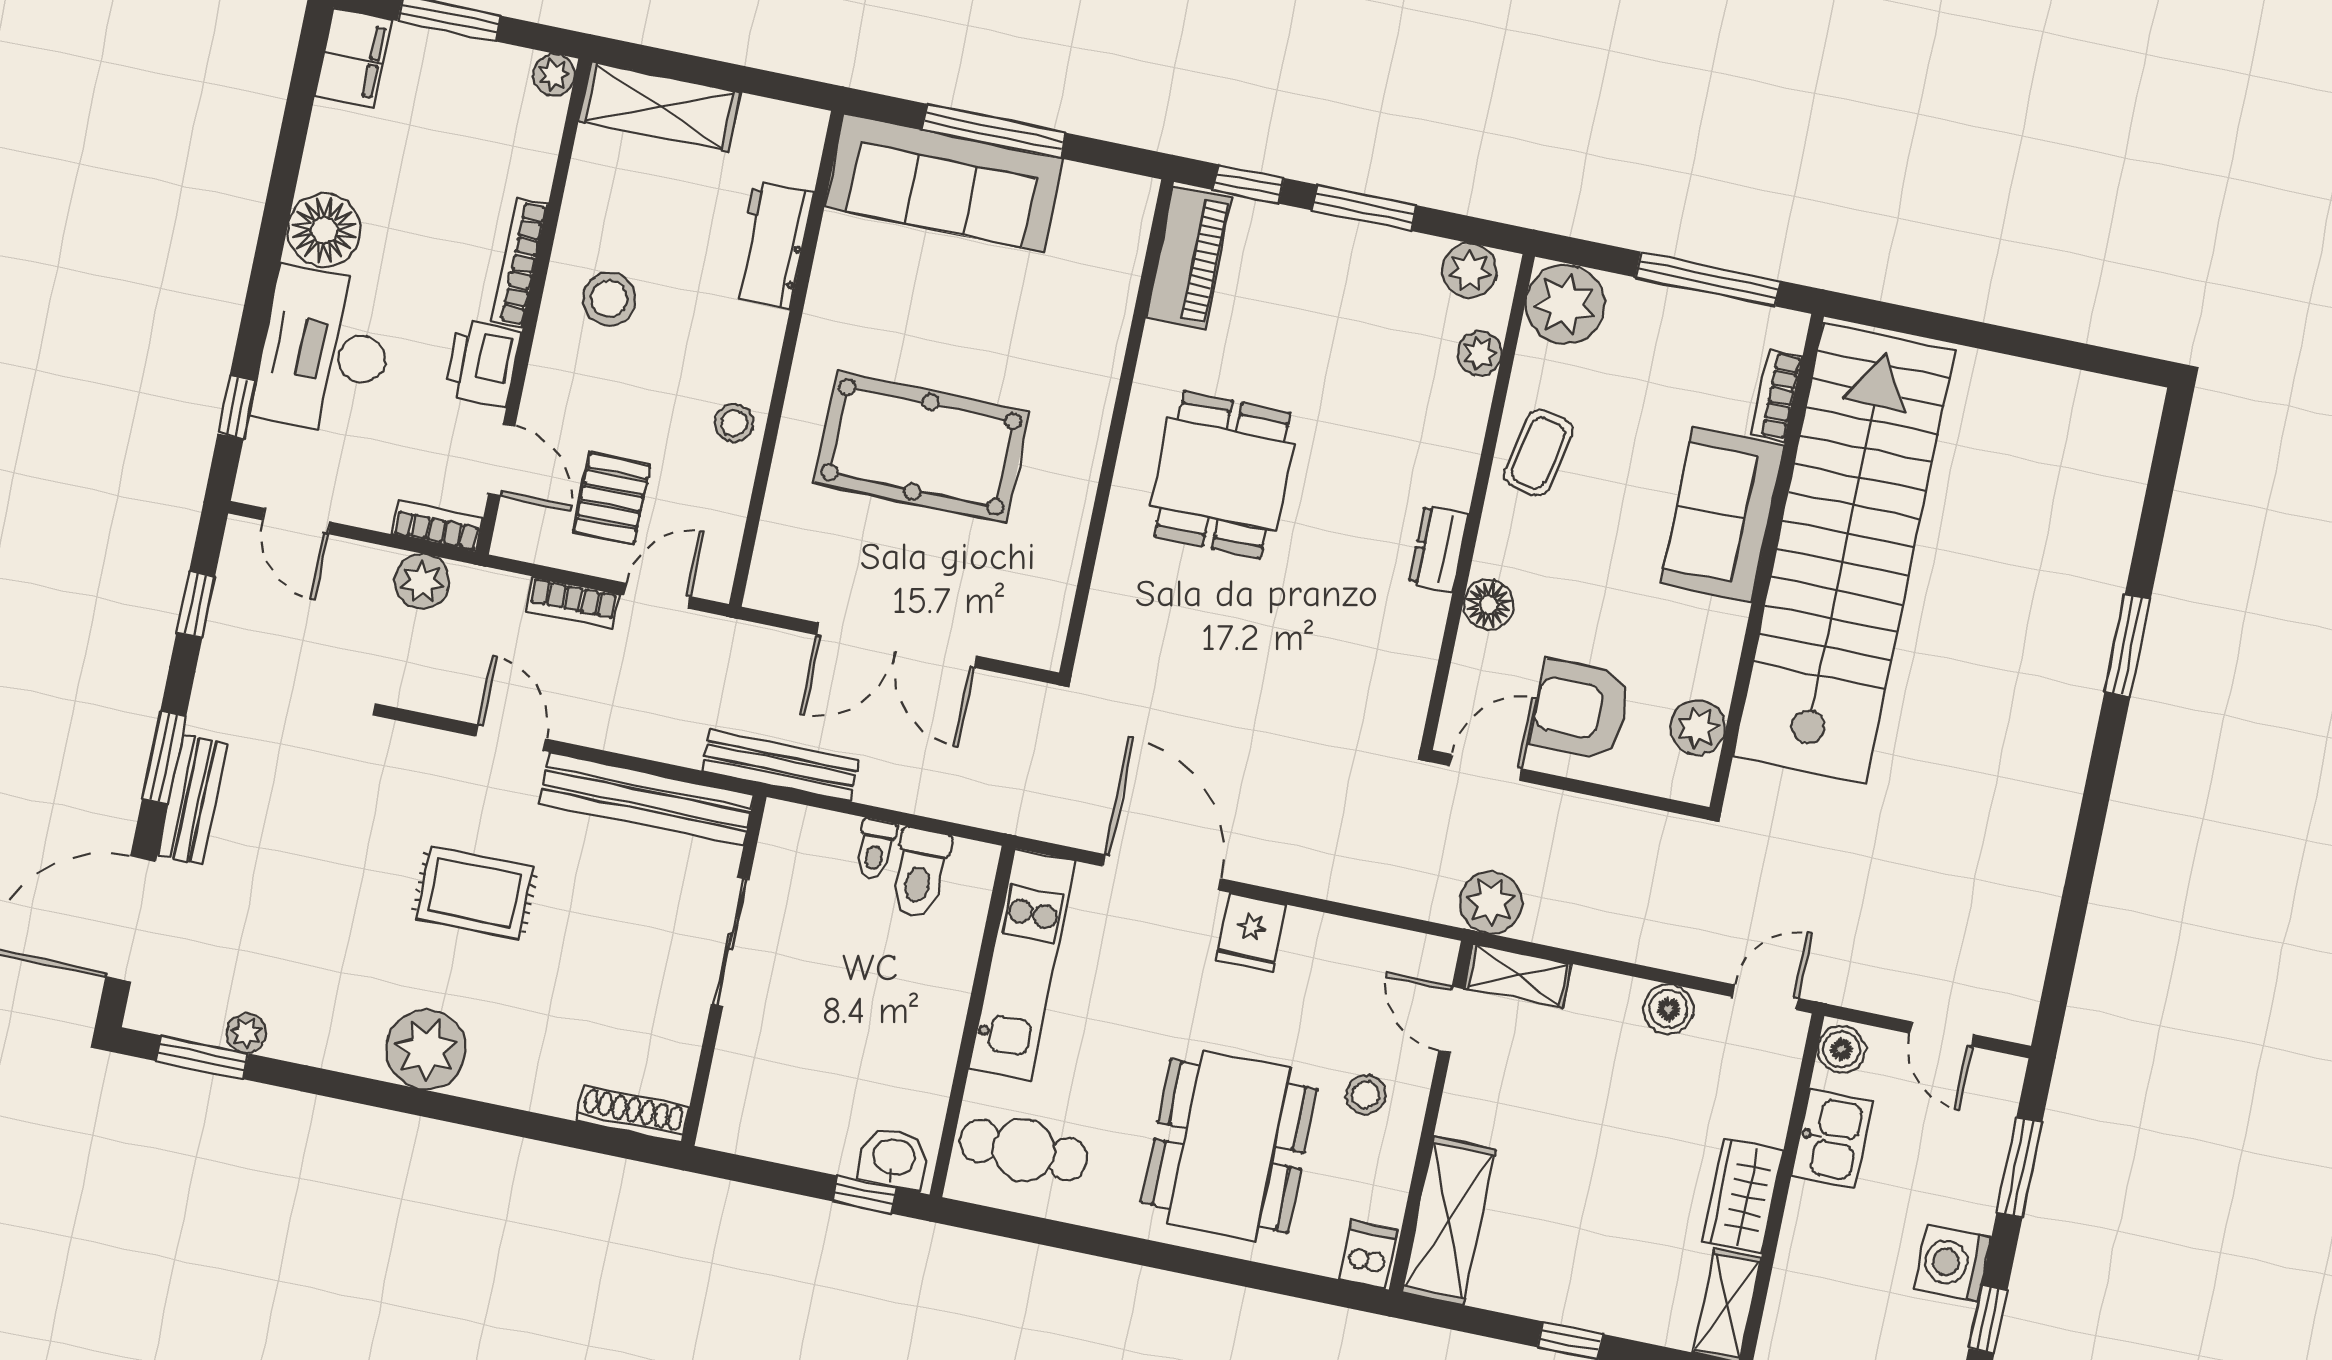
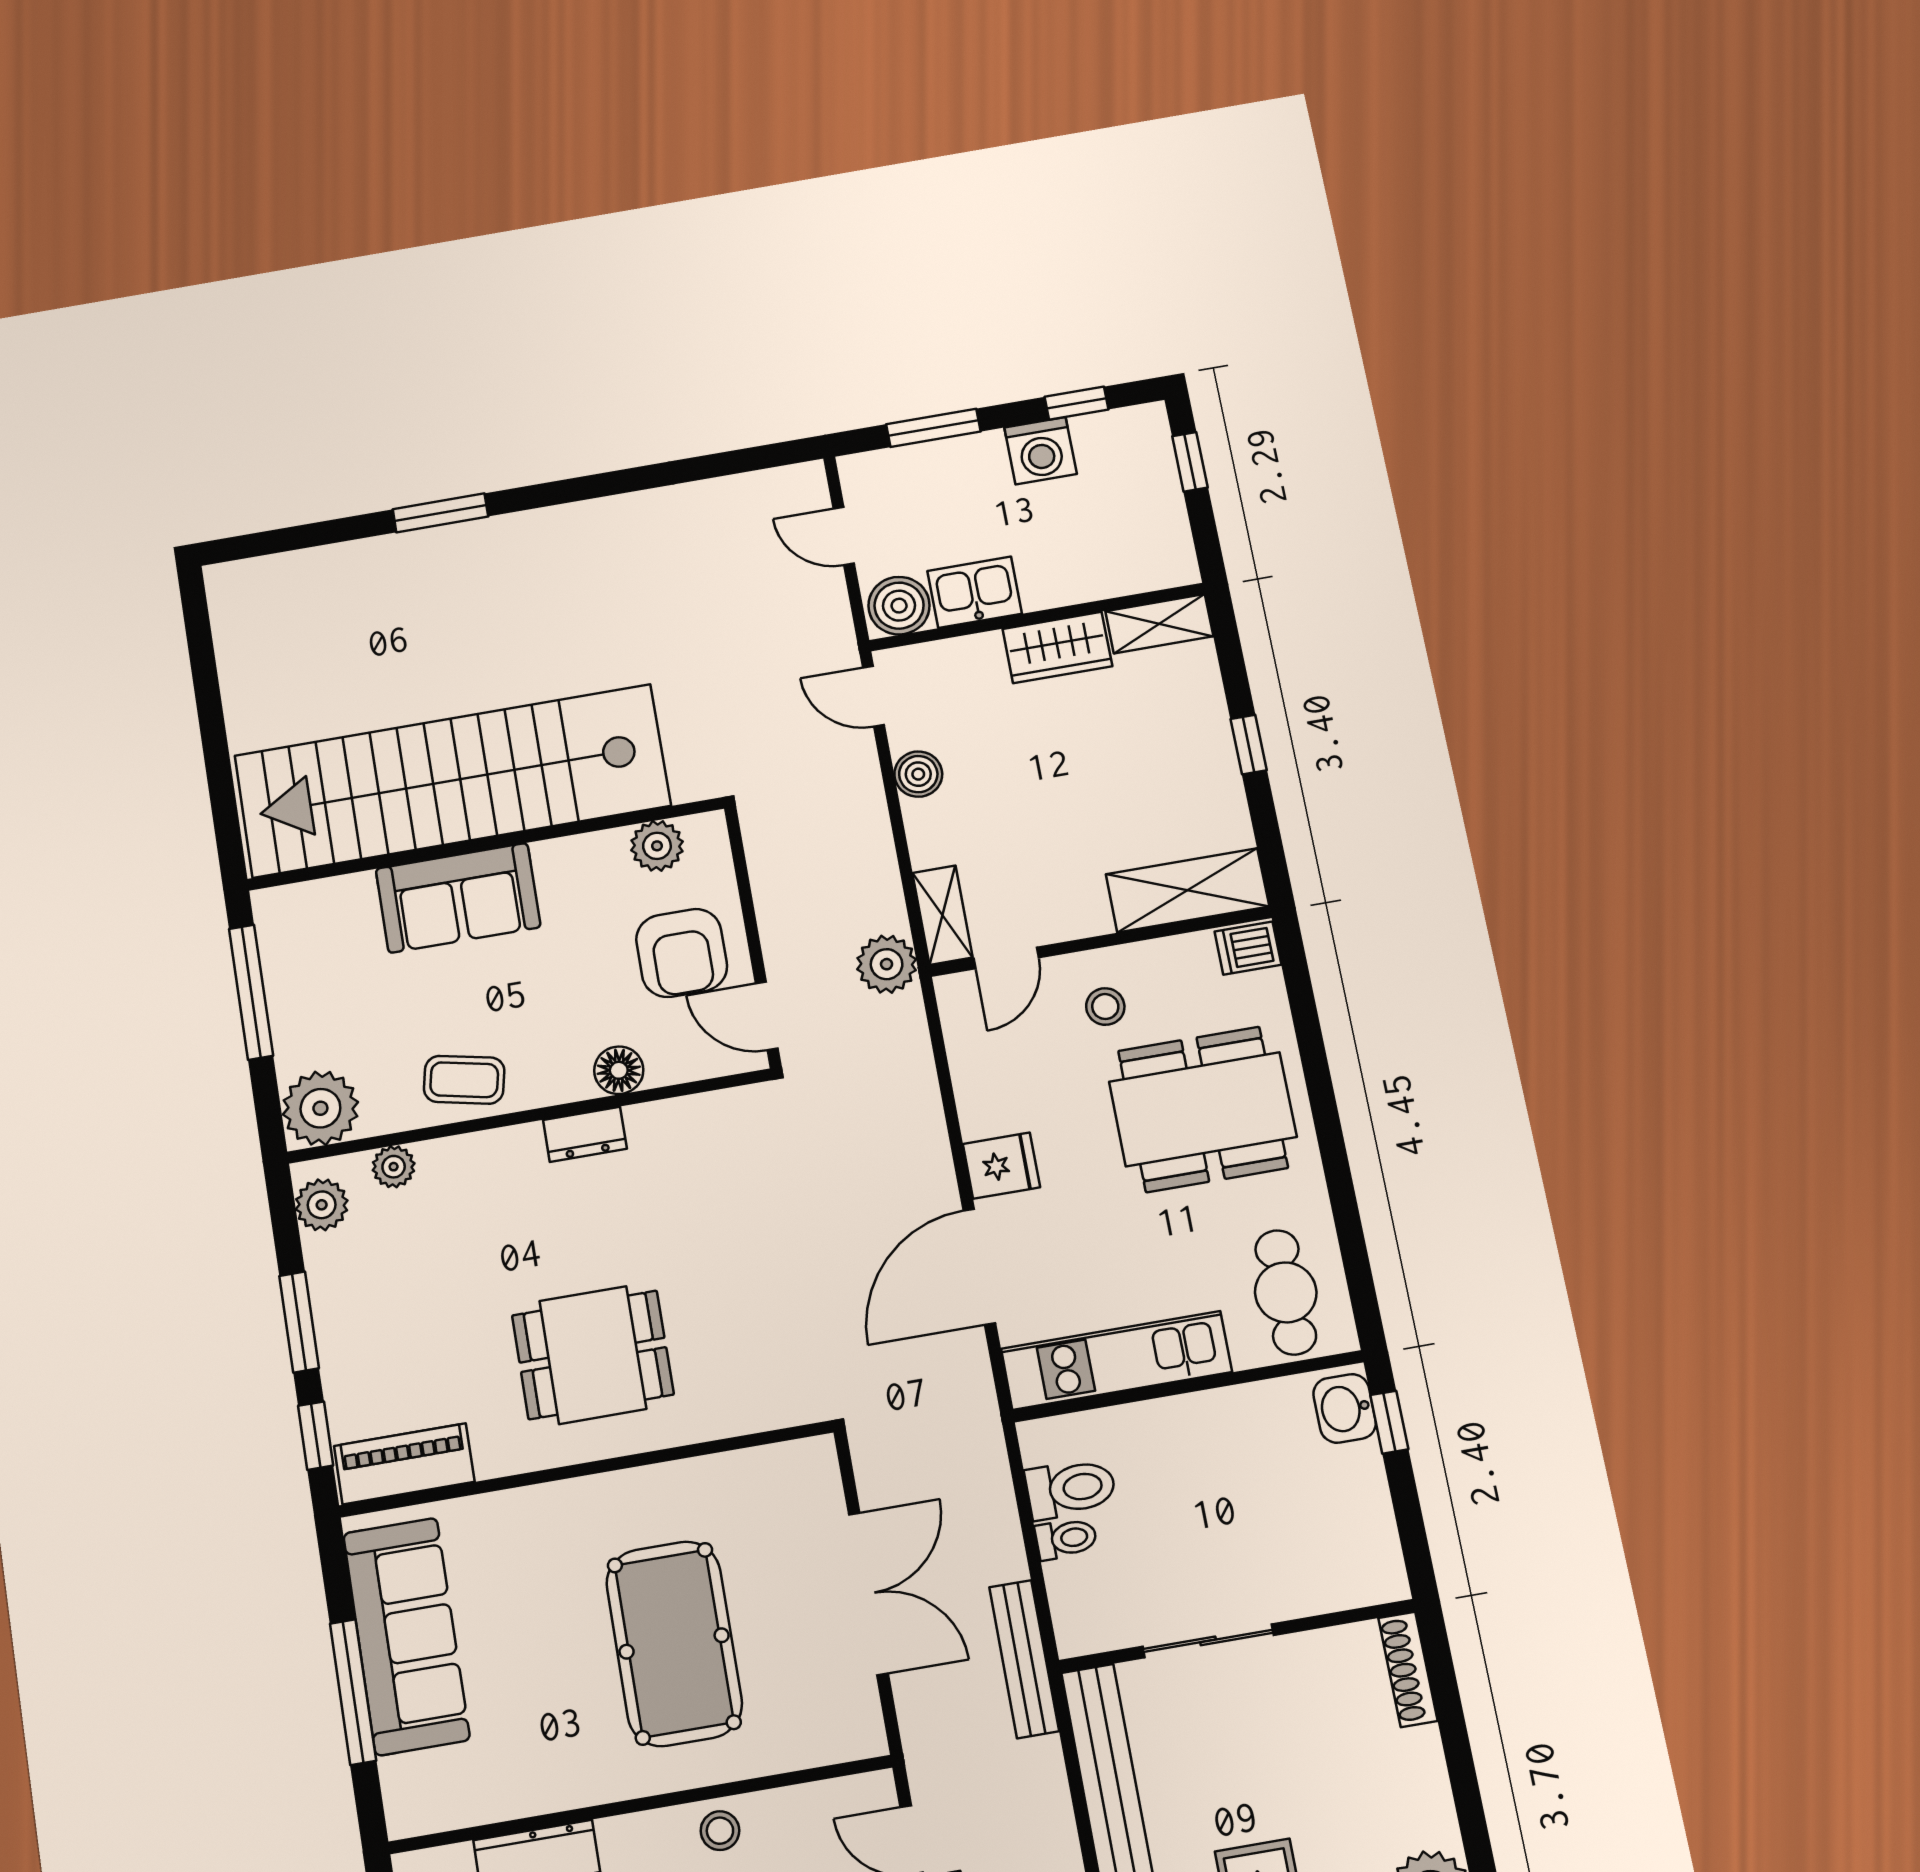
sofa: (944, 183) -> (406, 1636), moved
bookcase: (1777, 395) -> (333, 892), removed
door: (1942, 1034) -> (844, 536), swing flipped
boiler: (1841, 1049) -> (899, 606), width x1.36, depth x1.36

